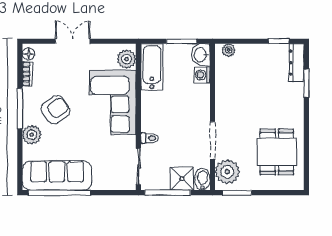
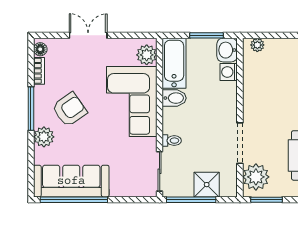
bidet: (202, 179) -> (174, 98), moved, turned 90

